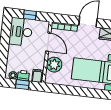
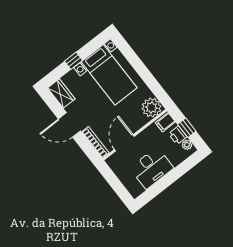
window: (30, 15) -> (116, 185), removed
desk: (21, 32) -> (152, 168), moved
plant: (54, 65) -> (151, 108), moved

